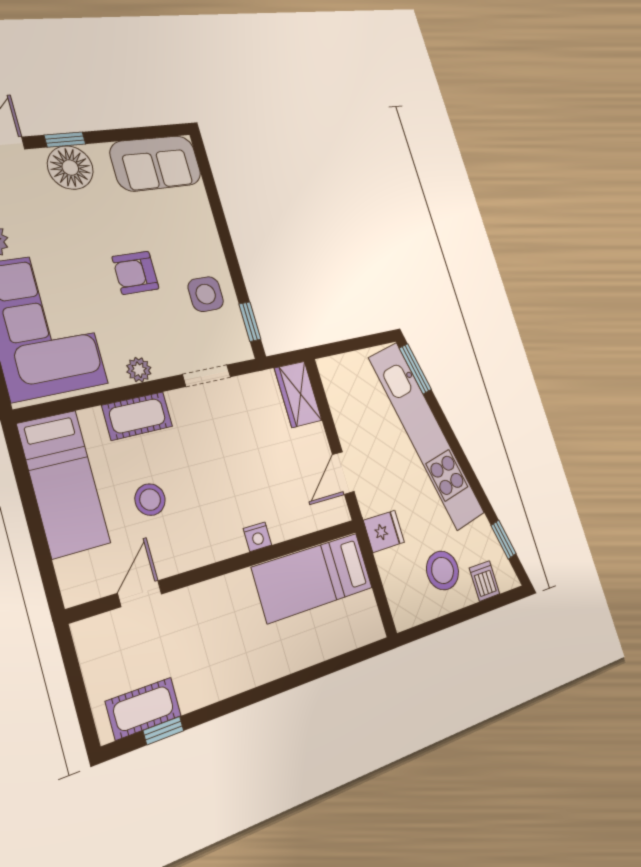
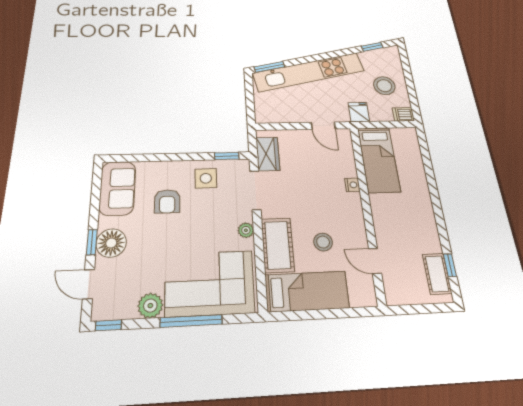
armchair: (136, 273) -> (167, 201), moved
doorway: (207, 376) -> (255, 190), width x1.38
wardrobe: (298, 394) -> (268, 154), moved, turned -90
cot: (137, 416) -> (278, 245), width x1.37, depth x1.34
dishwasher: (485, 581) -> (403, 114), moved

